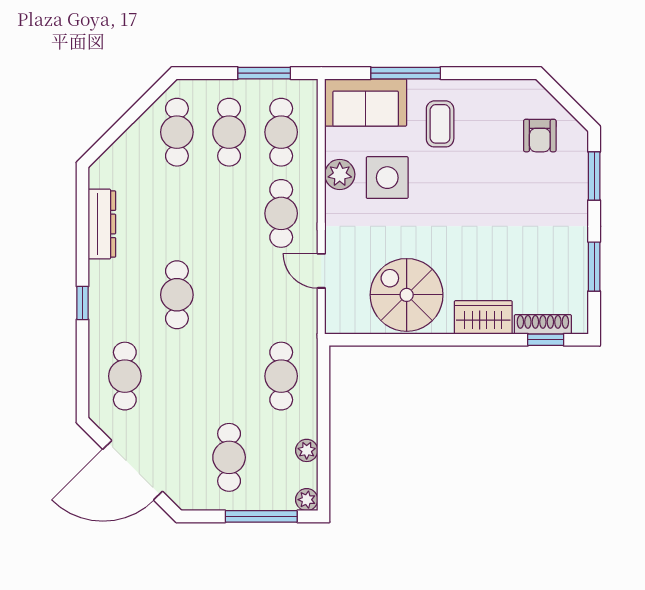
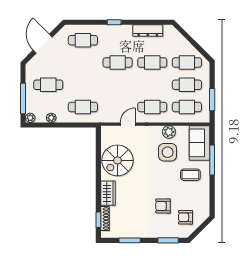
armchair: (513, 188) -> (163, 206), added
cafe table: (177, 213) -> (152, 63), added
spiral stairs: (407, 295) -> (117, 160), turned 180
door: (133, 470) -> (43, 44), width x0.73

